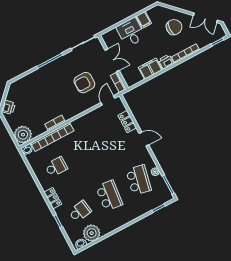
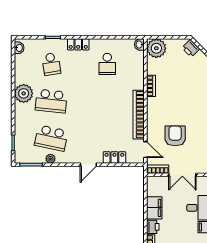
bookcase: (52, 137) -> (139, 115), moved
plant: (92, 233) -> (24, 93), moved

